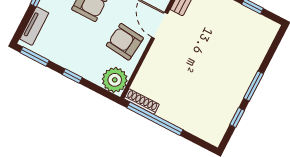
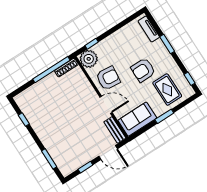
window: (35, 56) -> (130, 19), removed
window: (72, 76) -> (92, 44), moved
window: (253, 86) -> (49, 159), moved

